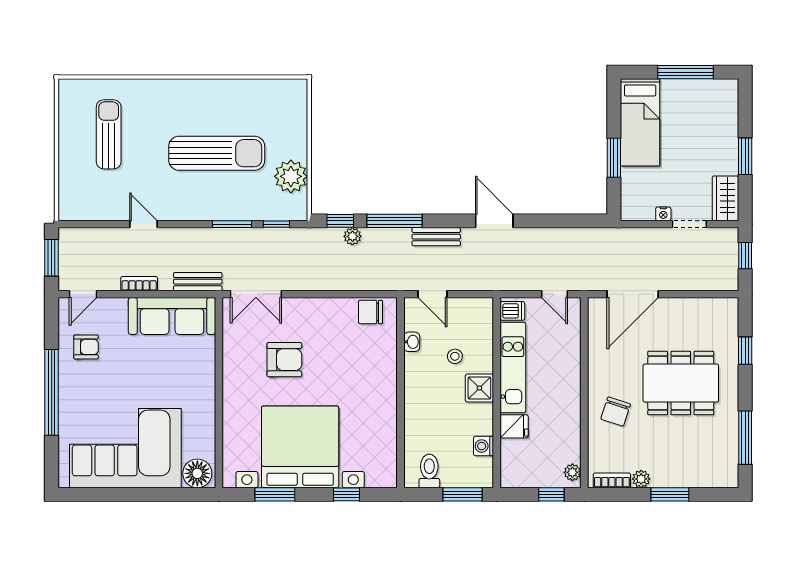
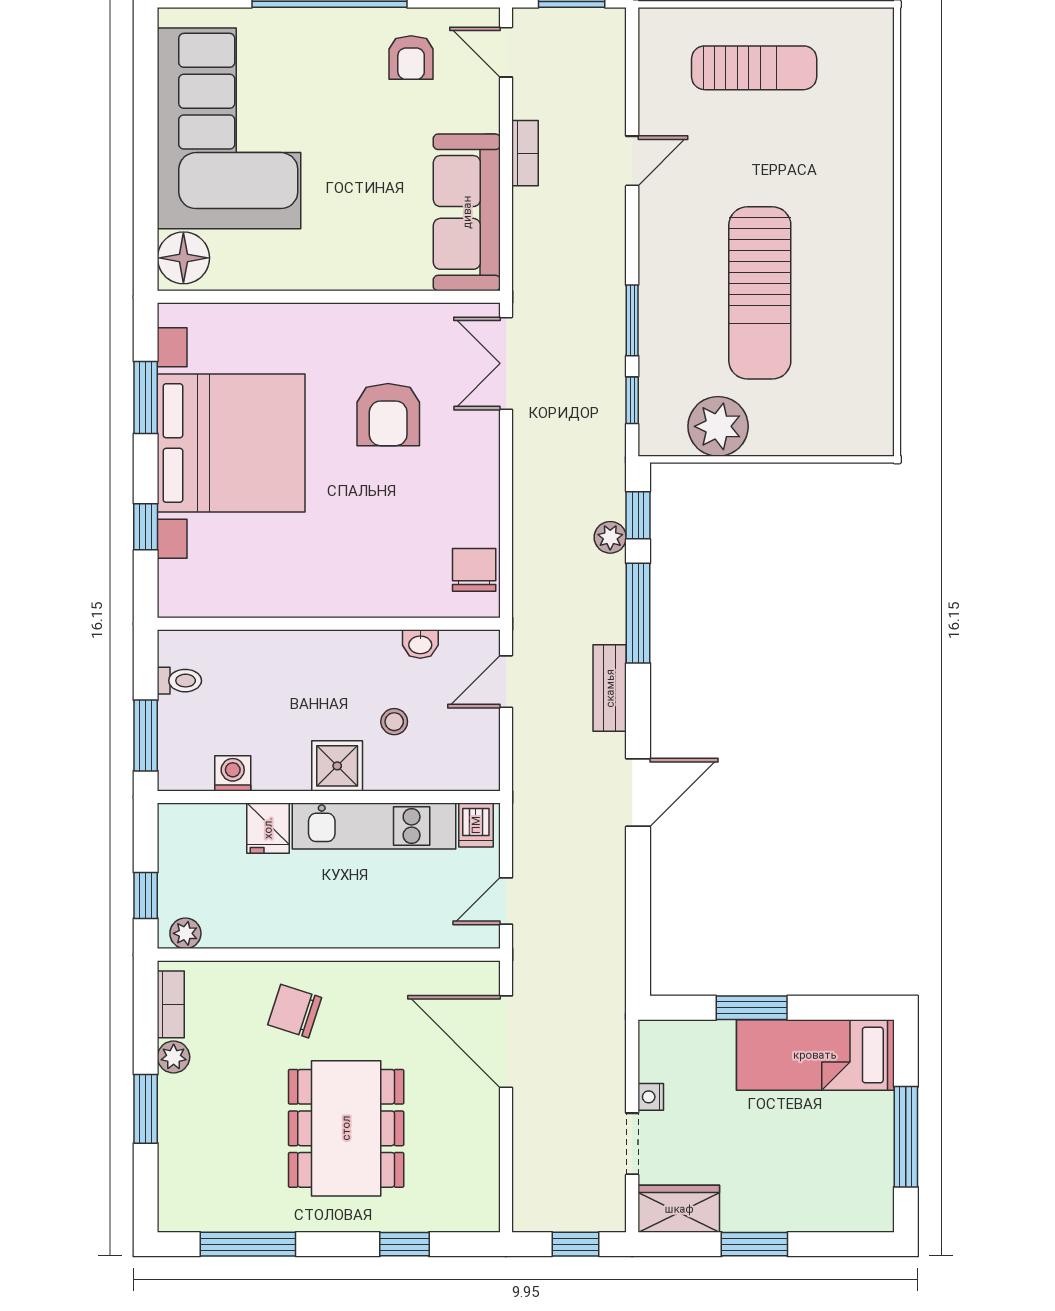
sun lounger: (109, 134) -> (754, 68), moved
bench: (198, 282) -> (529, 259), removed
toilet: (429, 471) -> (179, 681), width x0.73, depth x0.72

